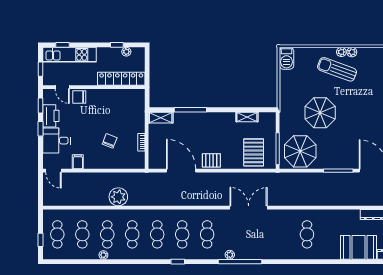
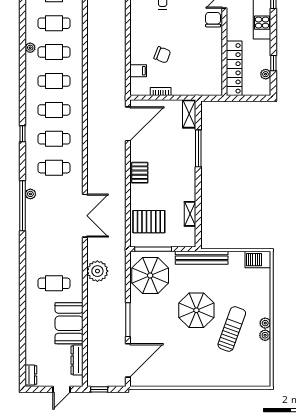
sun lounger: (337, 69) -> (232, 329), moved
bench: (285, 107) -> (202, 258), added
parasol: (320, 113) -> (196, 310), moved
filing cabinet: (78, 162) -> (138, 71), moved
door: (181, 171) -> (128, 124), moved
plant: (118, 197) -> (97, 271), moved
booth: (359, 247) -> (69, 323), moved

